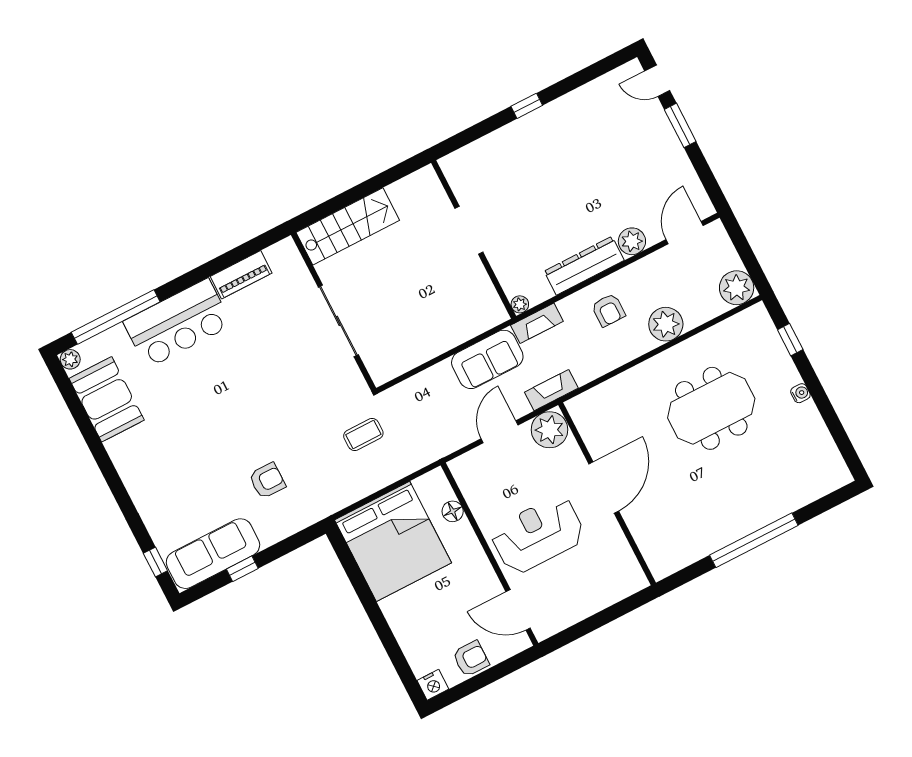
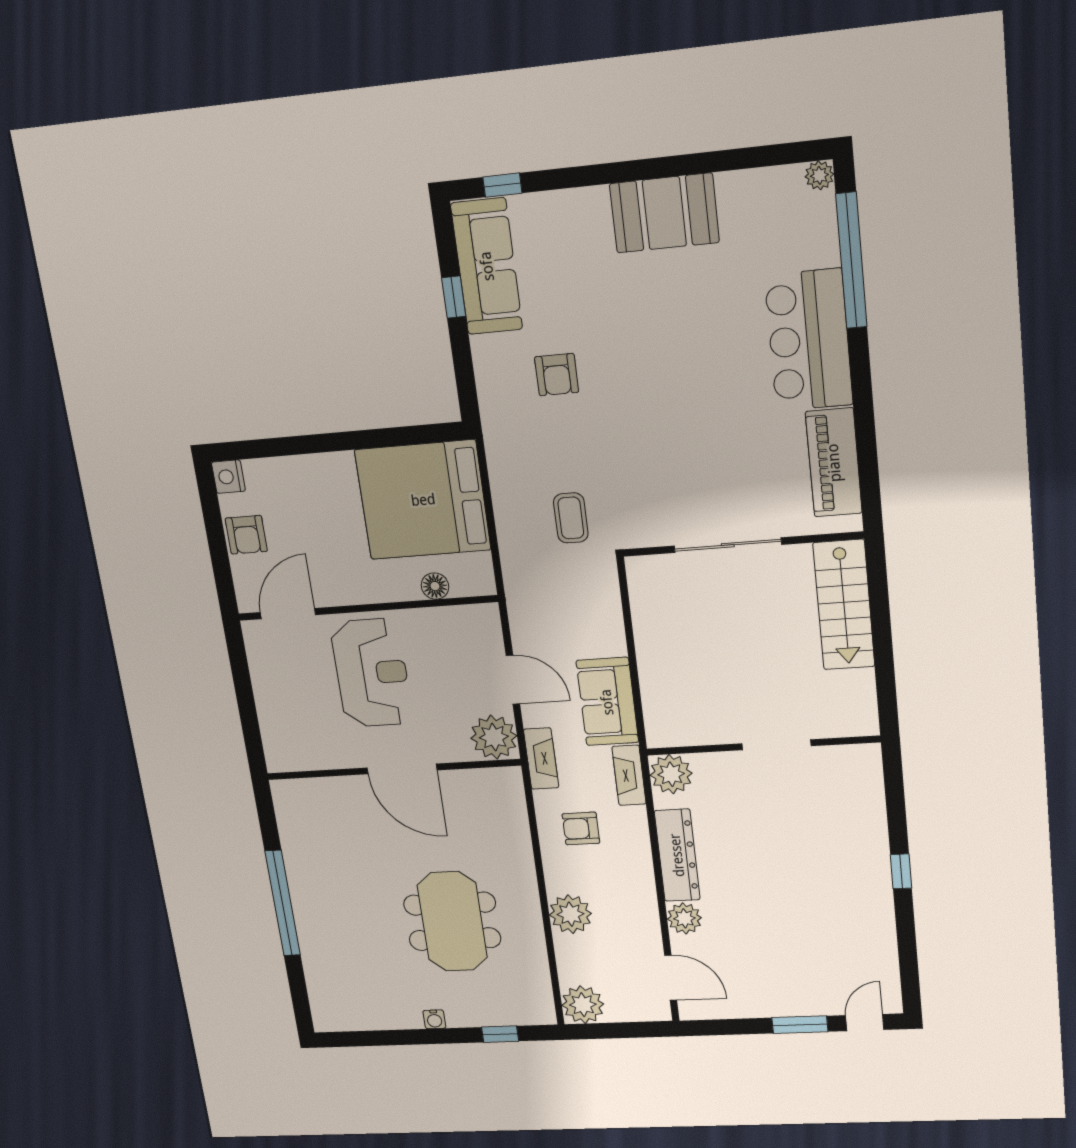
piano: (241, 275) -> (834, 463), width x1.37, depth x1.33
plant: (520, 304) -> (671, 774), width x1.88, depth x1.88
armchair: (608, 310) -> (581, 828), moved
booth: (107, 399) -> (664, 213), moved

